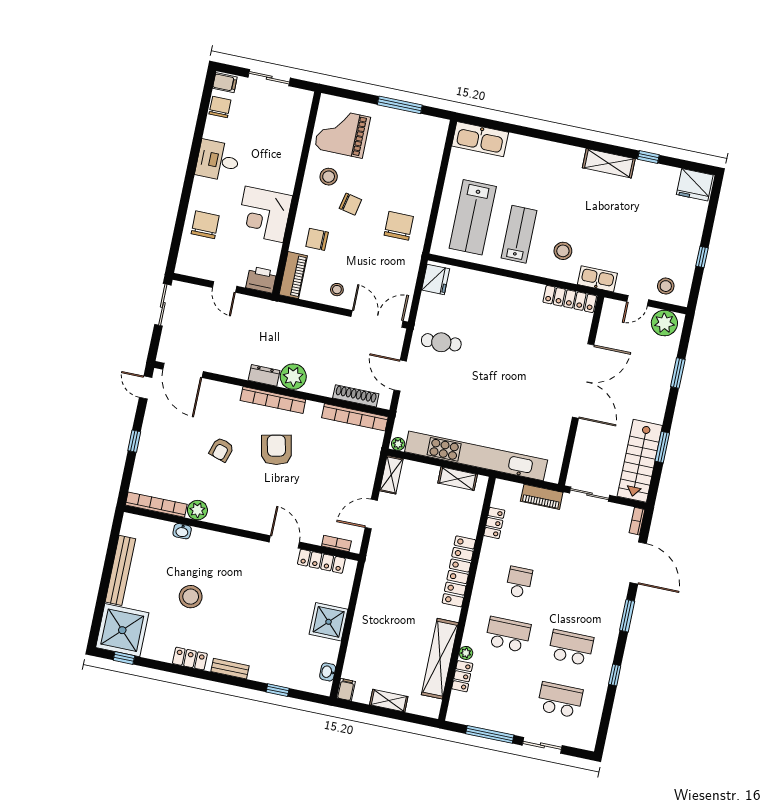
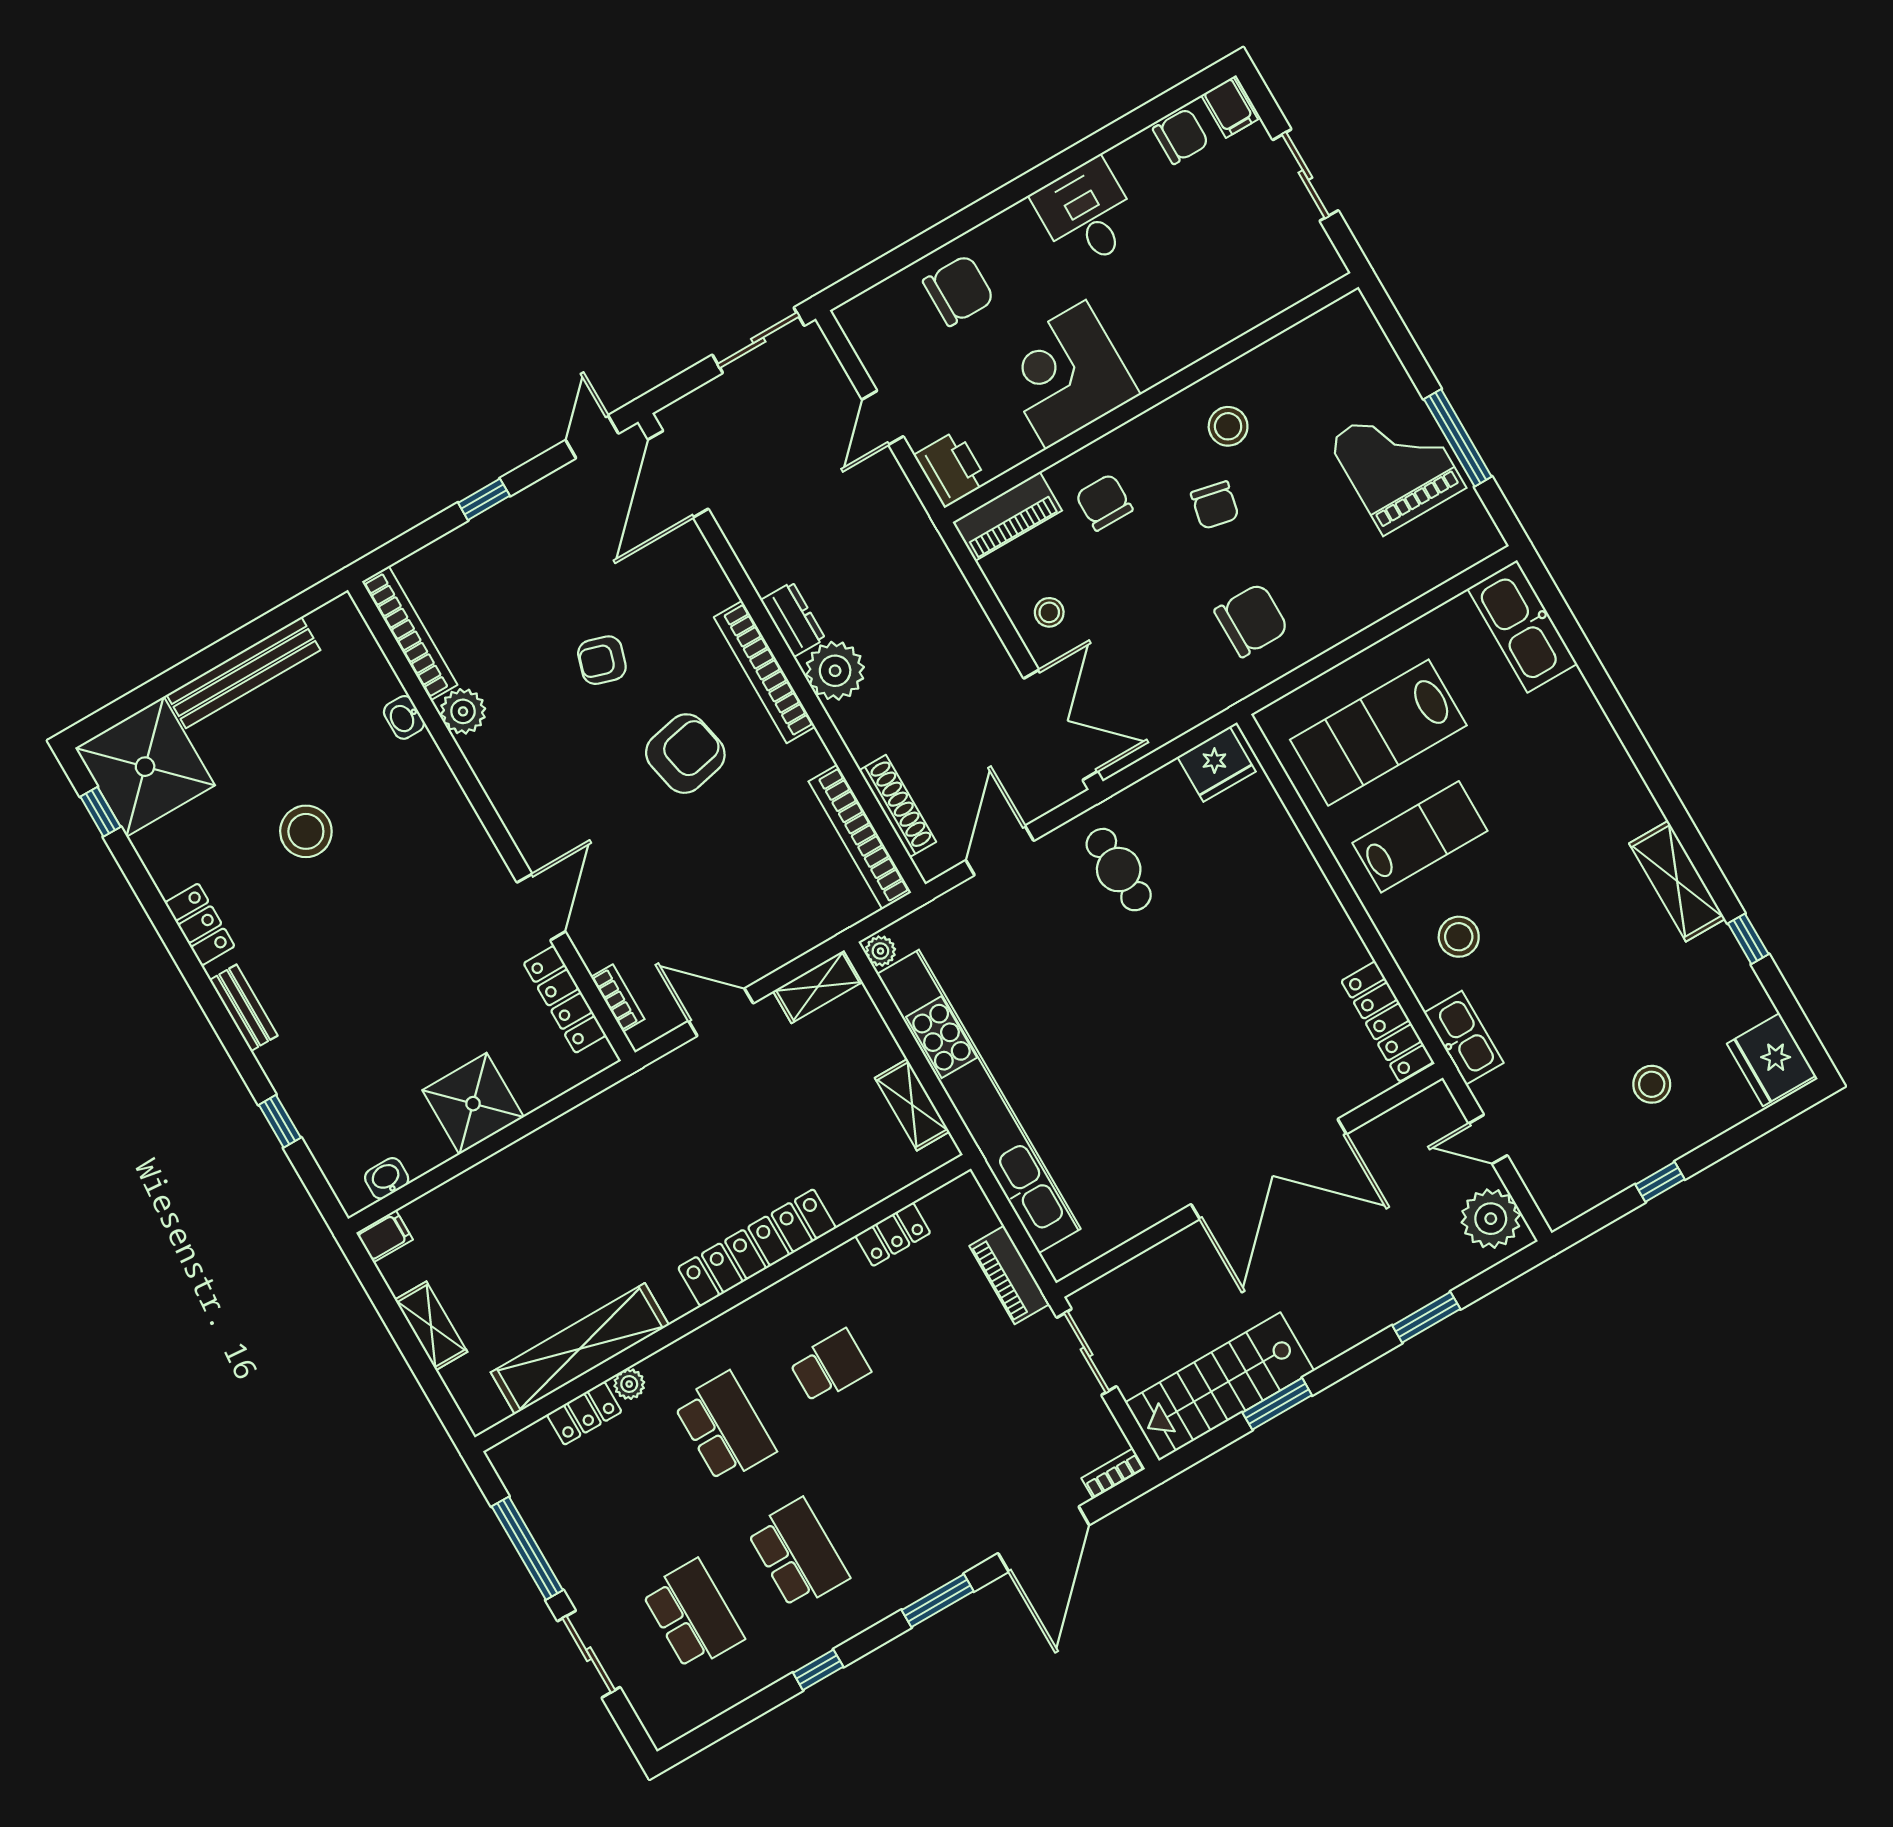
grand piano: (342, 133) -> (1397, 464), moved
stool: (666, 286) -> (1652, 1084), moved

